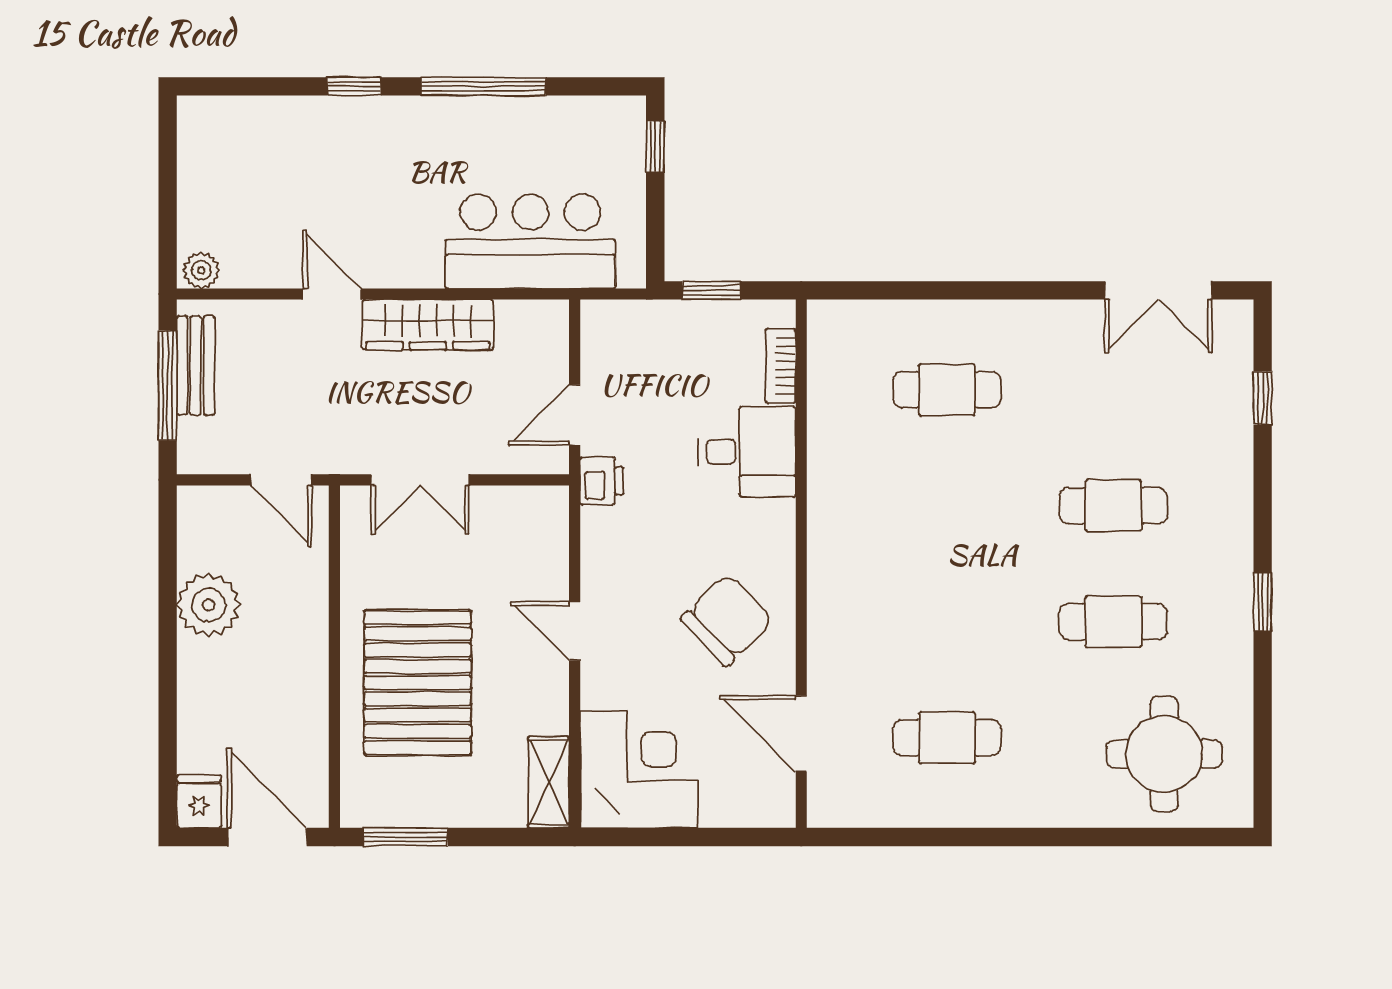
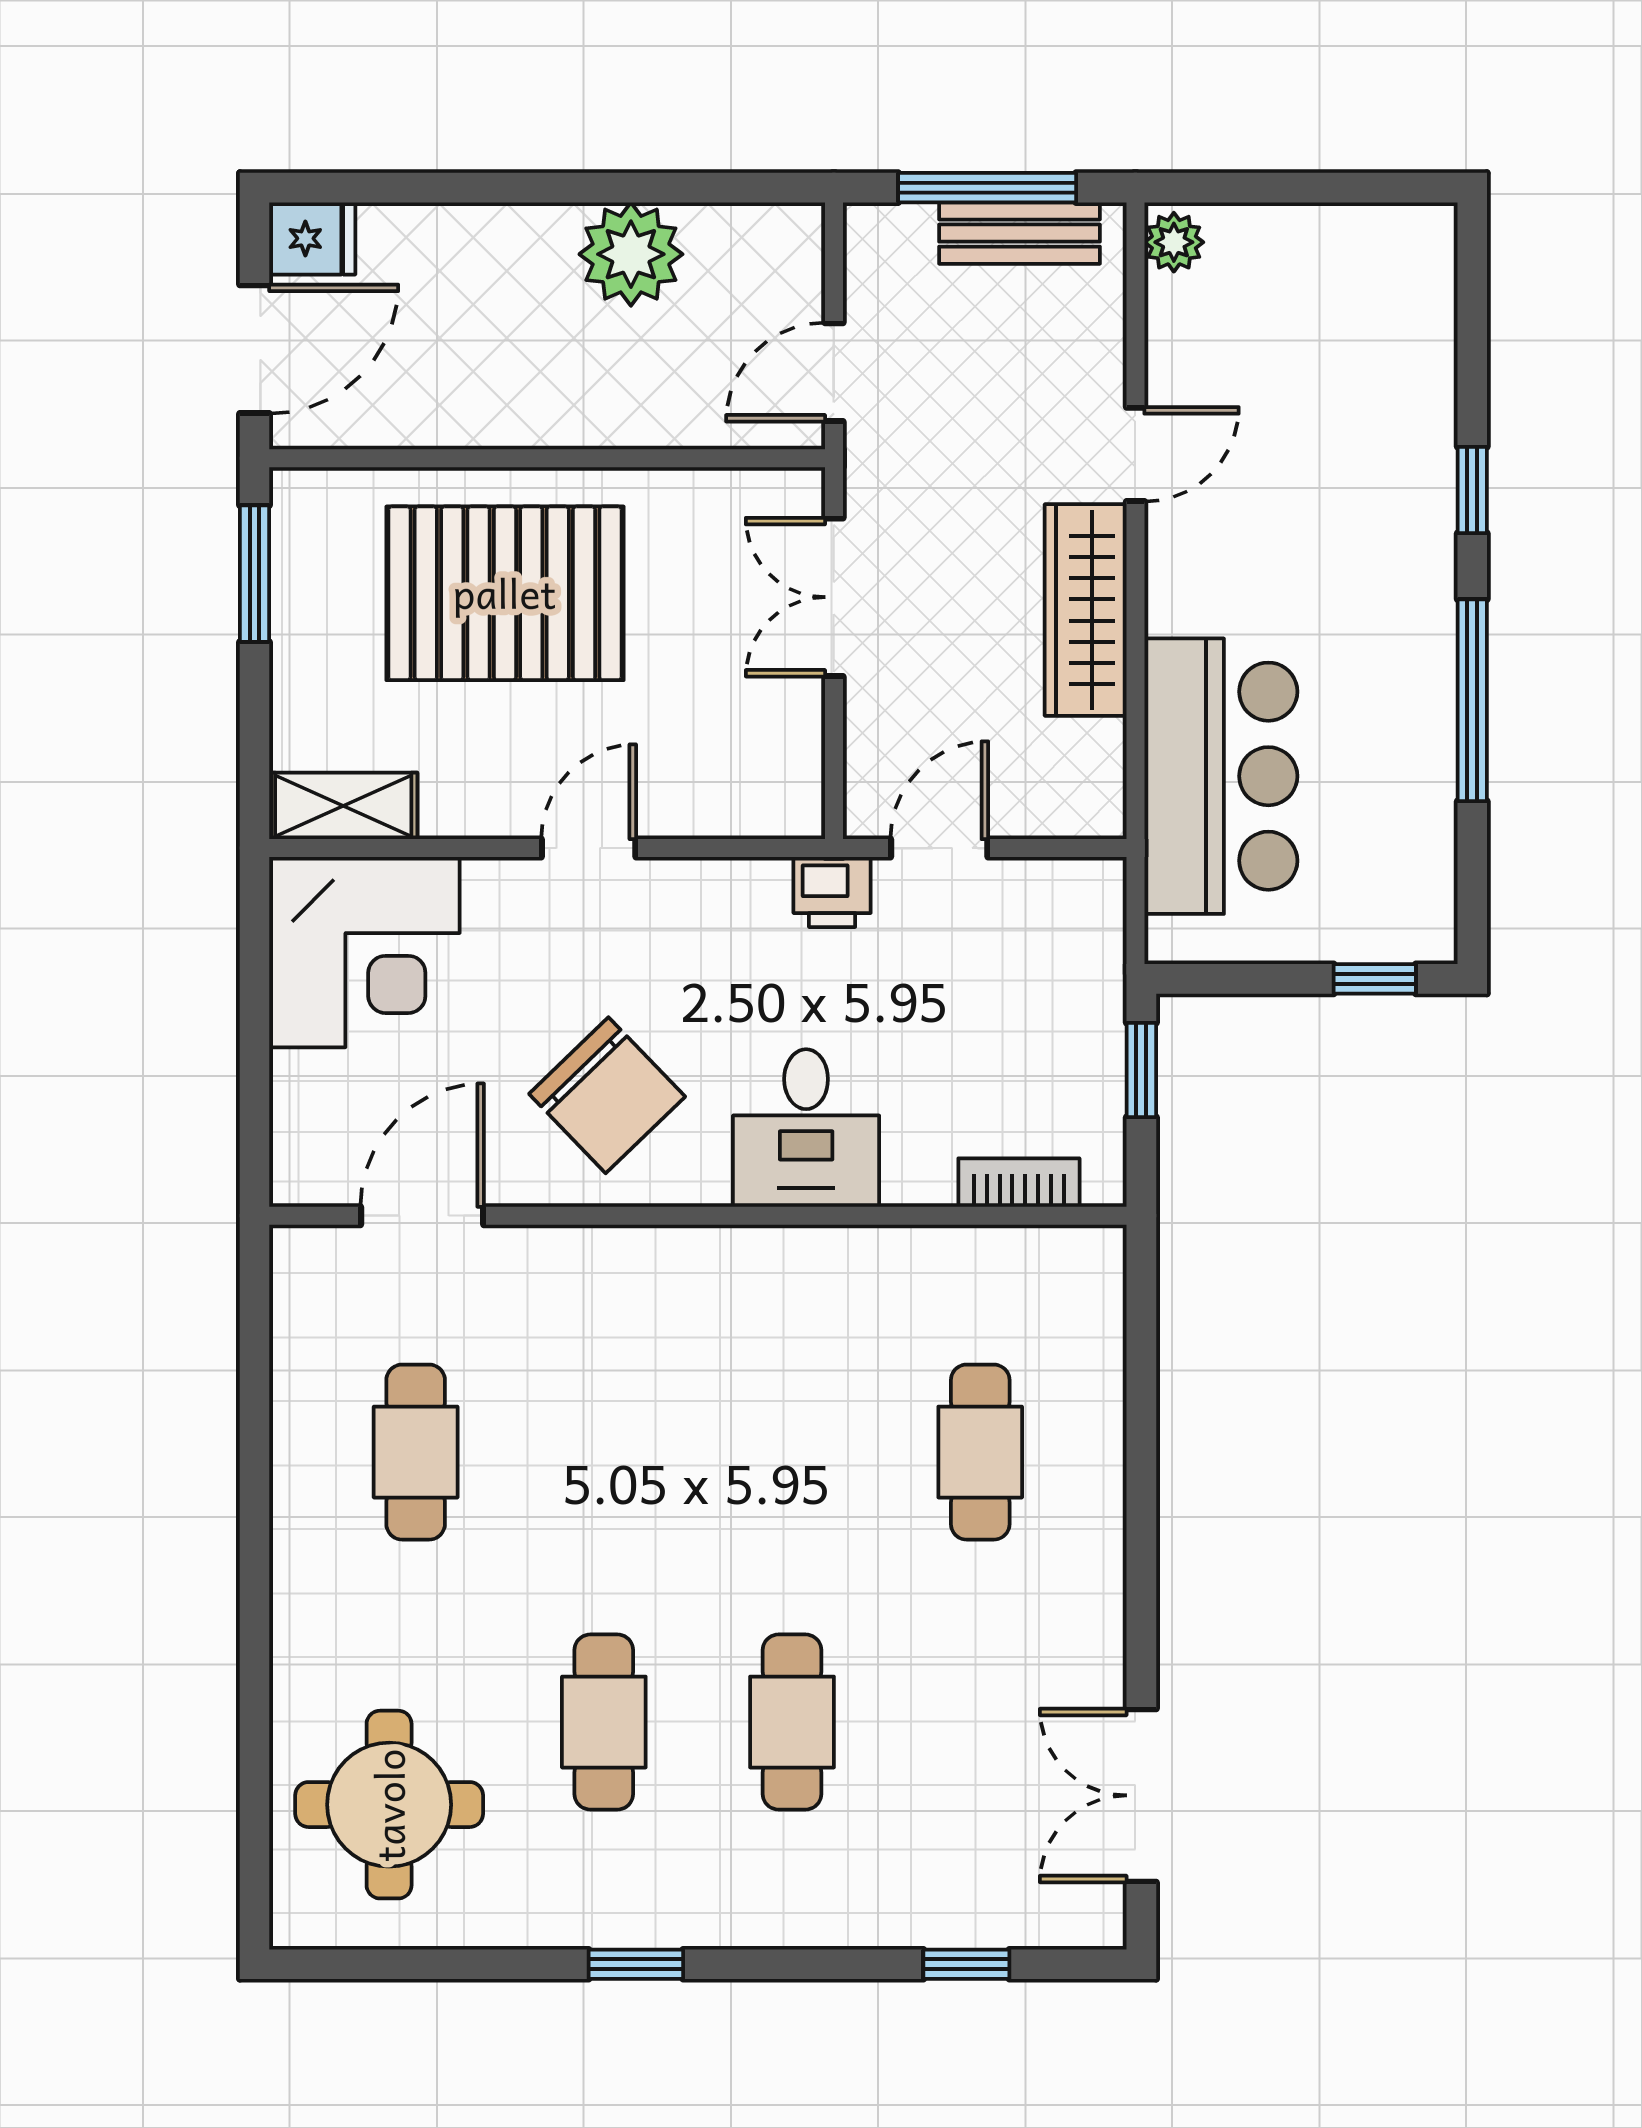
door: (575, 415) -> (939, 848), hinge flipped
desk: (747, 452) -> (806, 1128), moved

